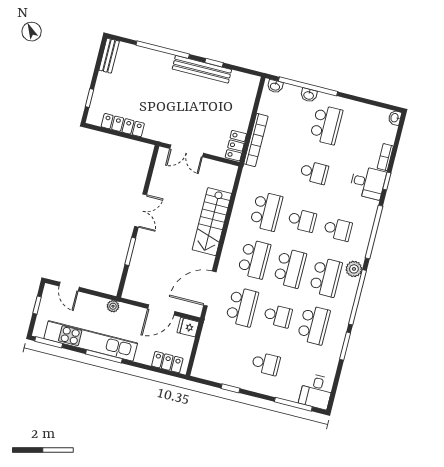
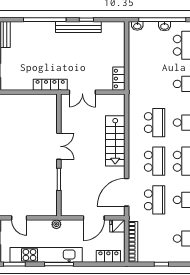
locker: (123, 125) -> (50, 85), moved
bookcase: (256, 140) -> (133, 242), moved

